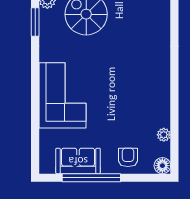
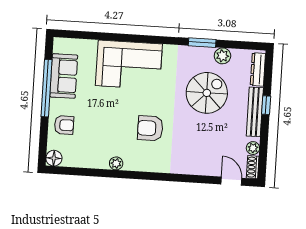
armchair: (126, 69) -> (150, 128), added
plant: (164, 135) -> (116, 163), moved

